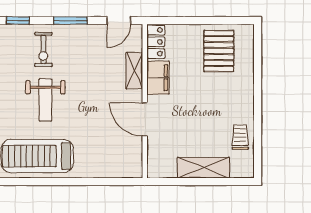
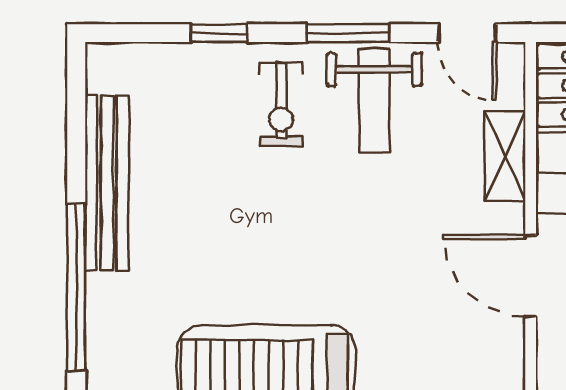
door: (119, 21) -> (467, 33), hinge flipped
weight bench: (45, 100) -> (374, 101), moved

